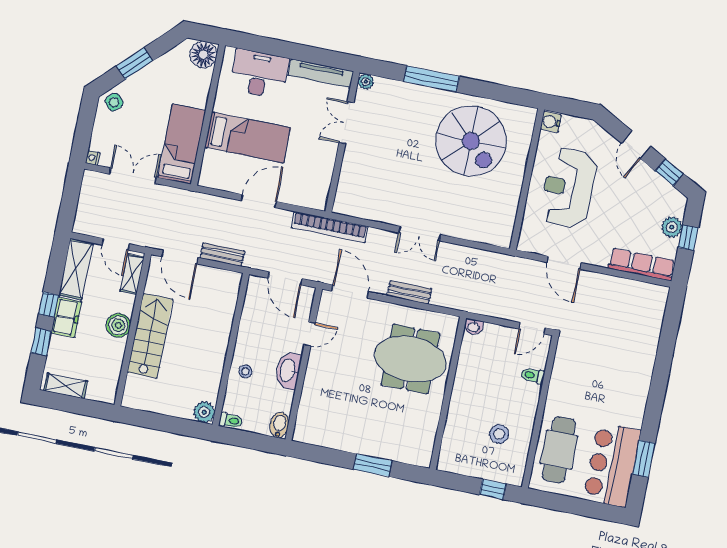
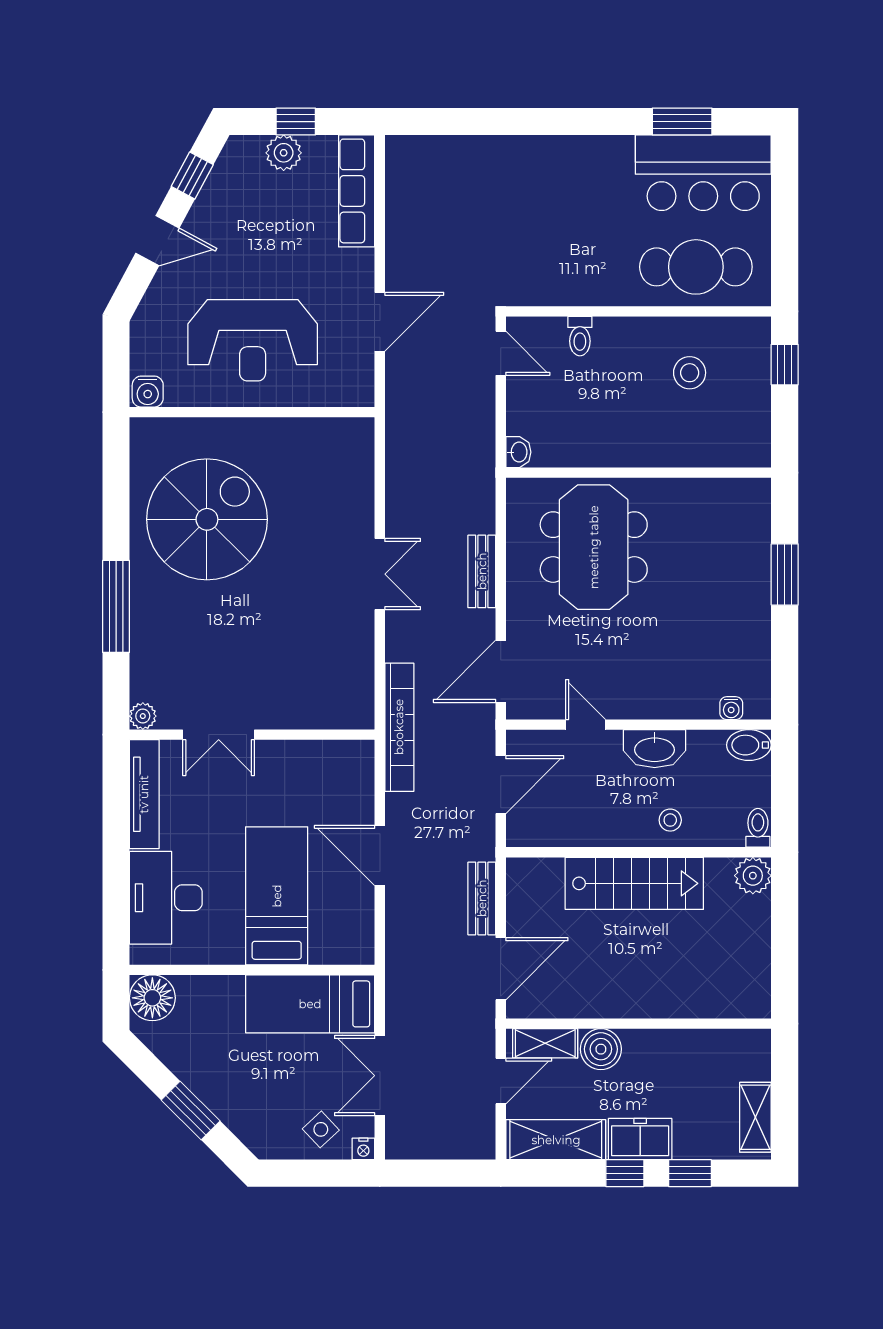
side table: (114, 102) -> (321, 1129), moved
boiler: (118, 325) -> (601, 1049), moved
stairs: (150, 336) -> (634, 883), moved, turned 180
water cooler: (302, 419) -> (731, 708), added

